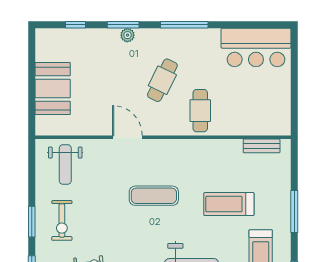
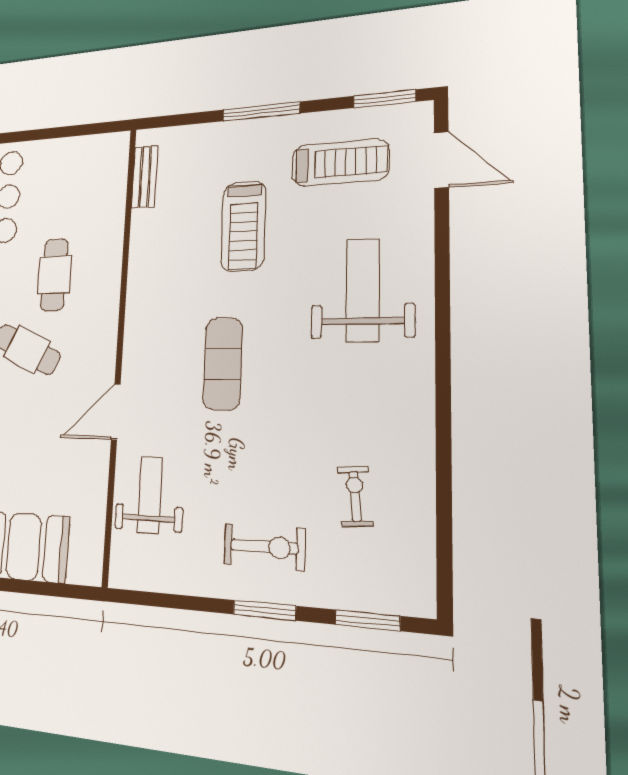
cafe table: (200, 111) -> (54, 275), moved, turned 90
weight bench: (65, 164) -> (150, 495), moved, turned -90

